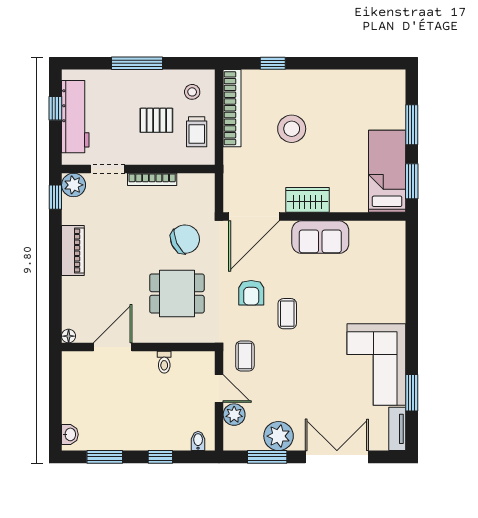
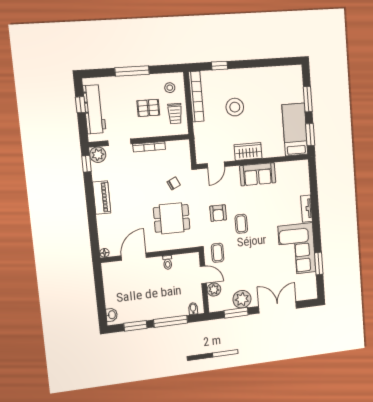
door: (254, 217) -> (216, 165), width x0.53
chair: (185, 239) -> (174, 183), width x0.54, depth x0.54
tv unit: (397, 429) -> (307, 209), moved
window: (160, 457) -> (171, 321), width x2.17

